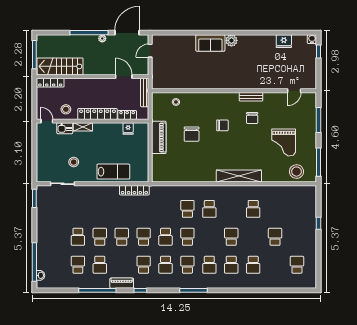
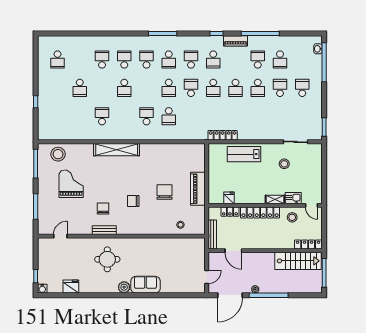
round table: (248, 68) -> (107, 259), added
school desk: (56, 237) -> (302, 88), added

